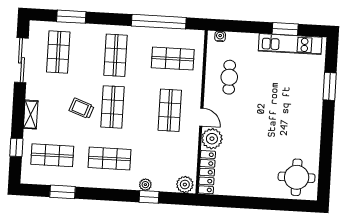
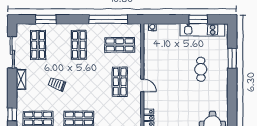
cafe table: (229, 77) -> (201, 69), moved
shop shelf: (113, 107) -> (79, 82), removed
shelving: (31, 115) -> (21, 79), moved
plant: (212, 139) -> (151, 100), removed

